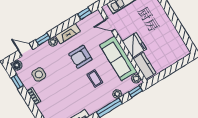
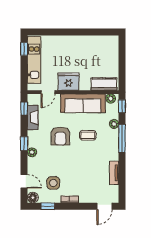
fireplace: (68, 34) -> (33, 117), moved
window: (43, 39) -> (24, 143), moved
fridge: (134, 45) -> (68, 82), moved
door: (26, 50) -> (24, 181), swing flipped

